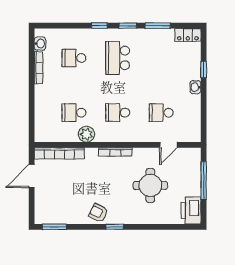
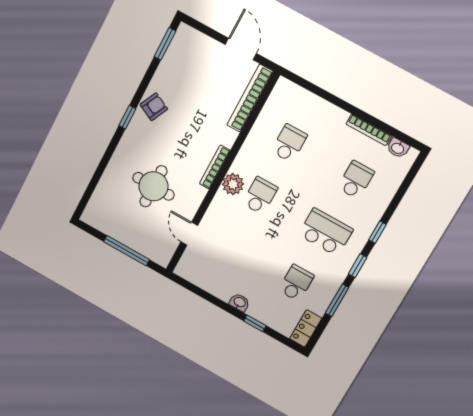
school desk: (161, 113) -> (296, 283), moved
plant: (86, 134) -> (233, 184), moved
printer: (191, 210) -> (100, 217), removed

